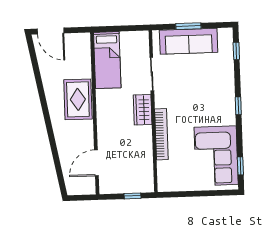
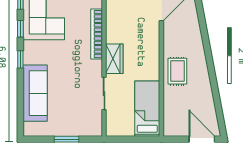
sofa: (189, 41) -> (35, 93), moved, turned 90
window: (236, 51) -> (20, 29), moved
rug: (78, 99) -> (177, 71), width x0.73, depth x0.70

